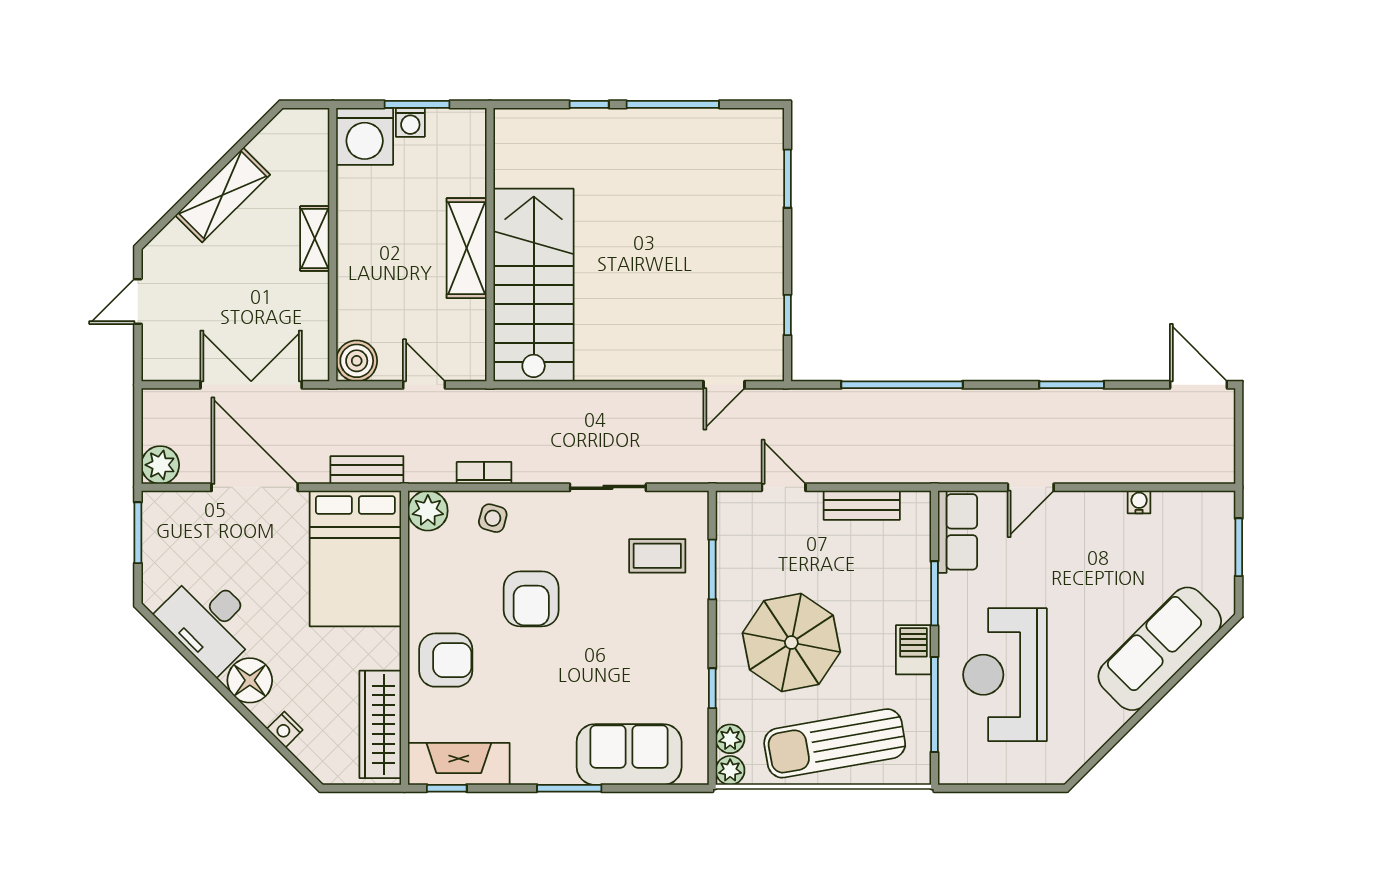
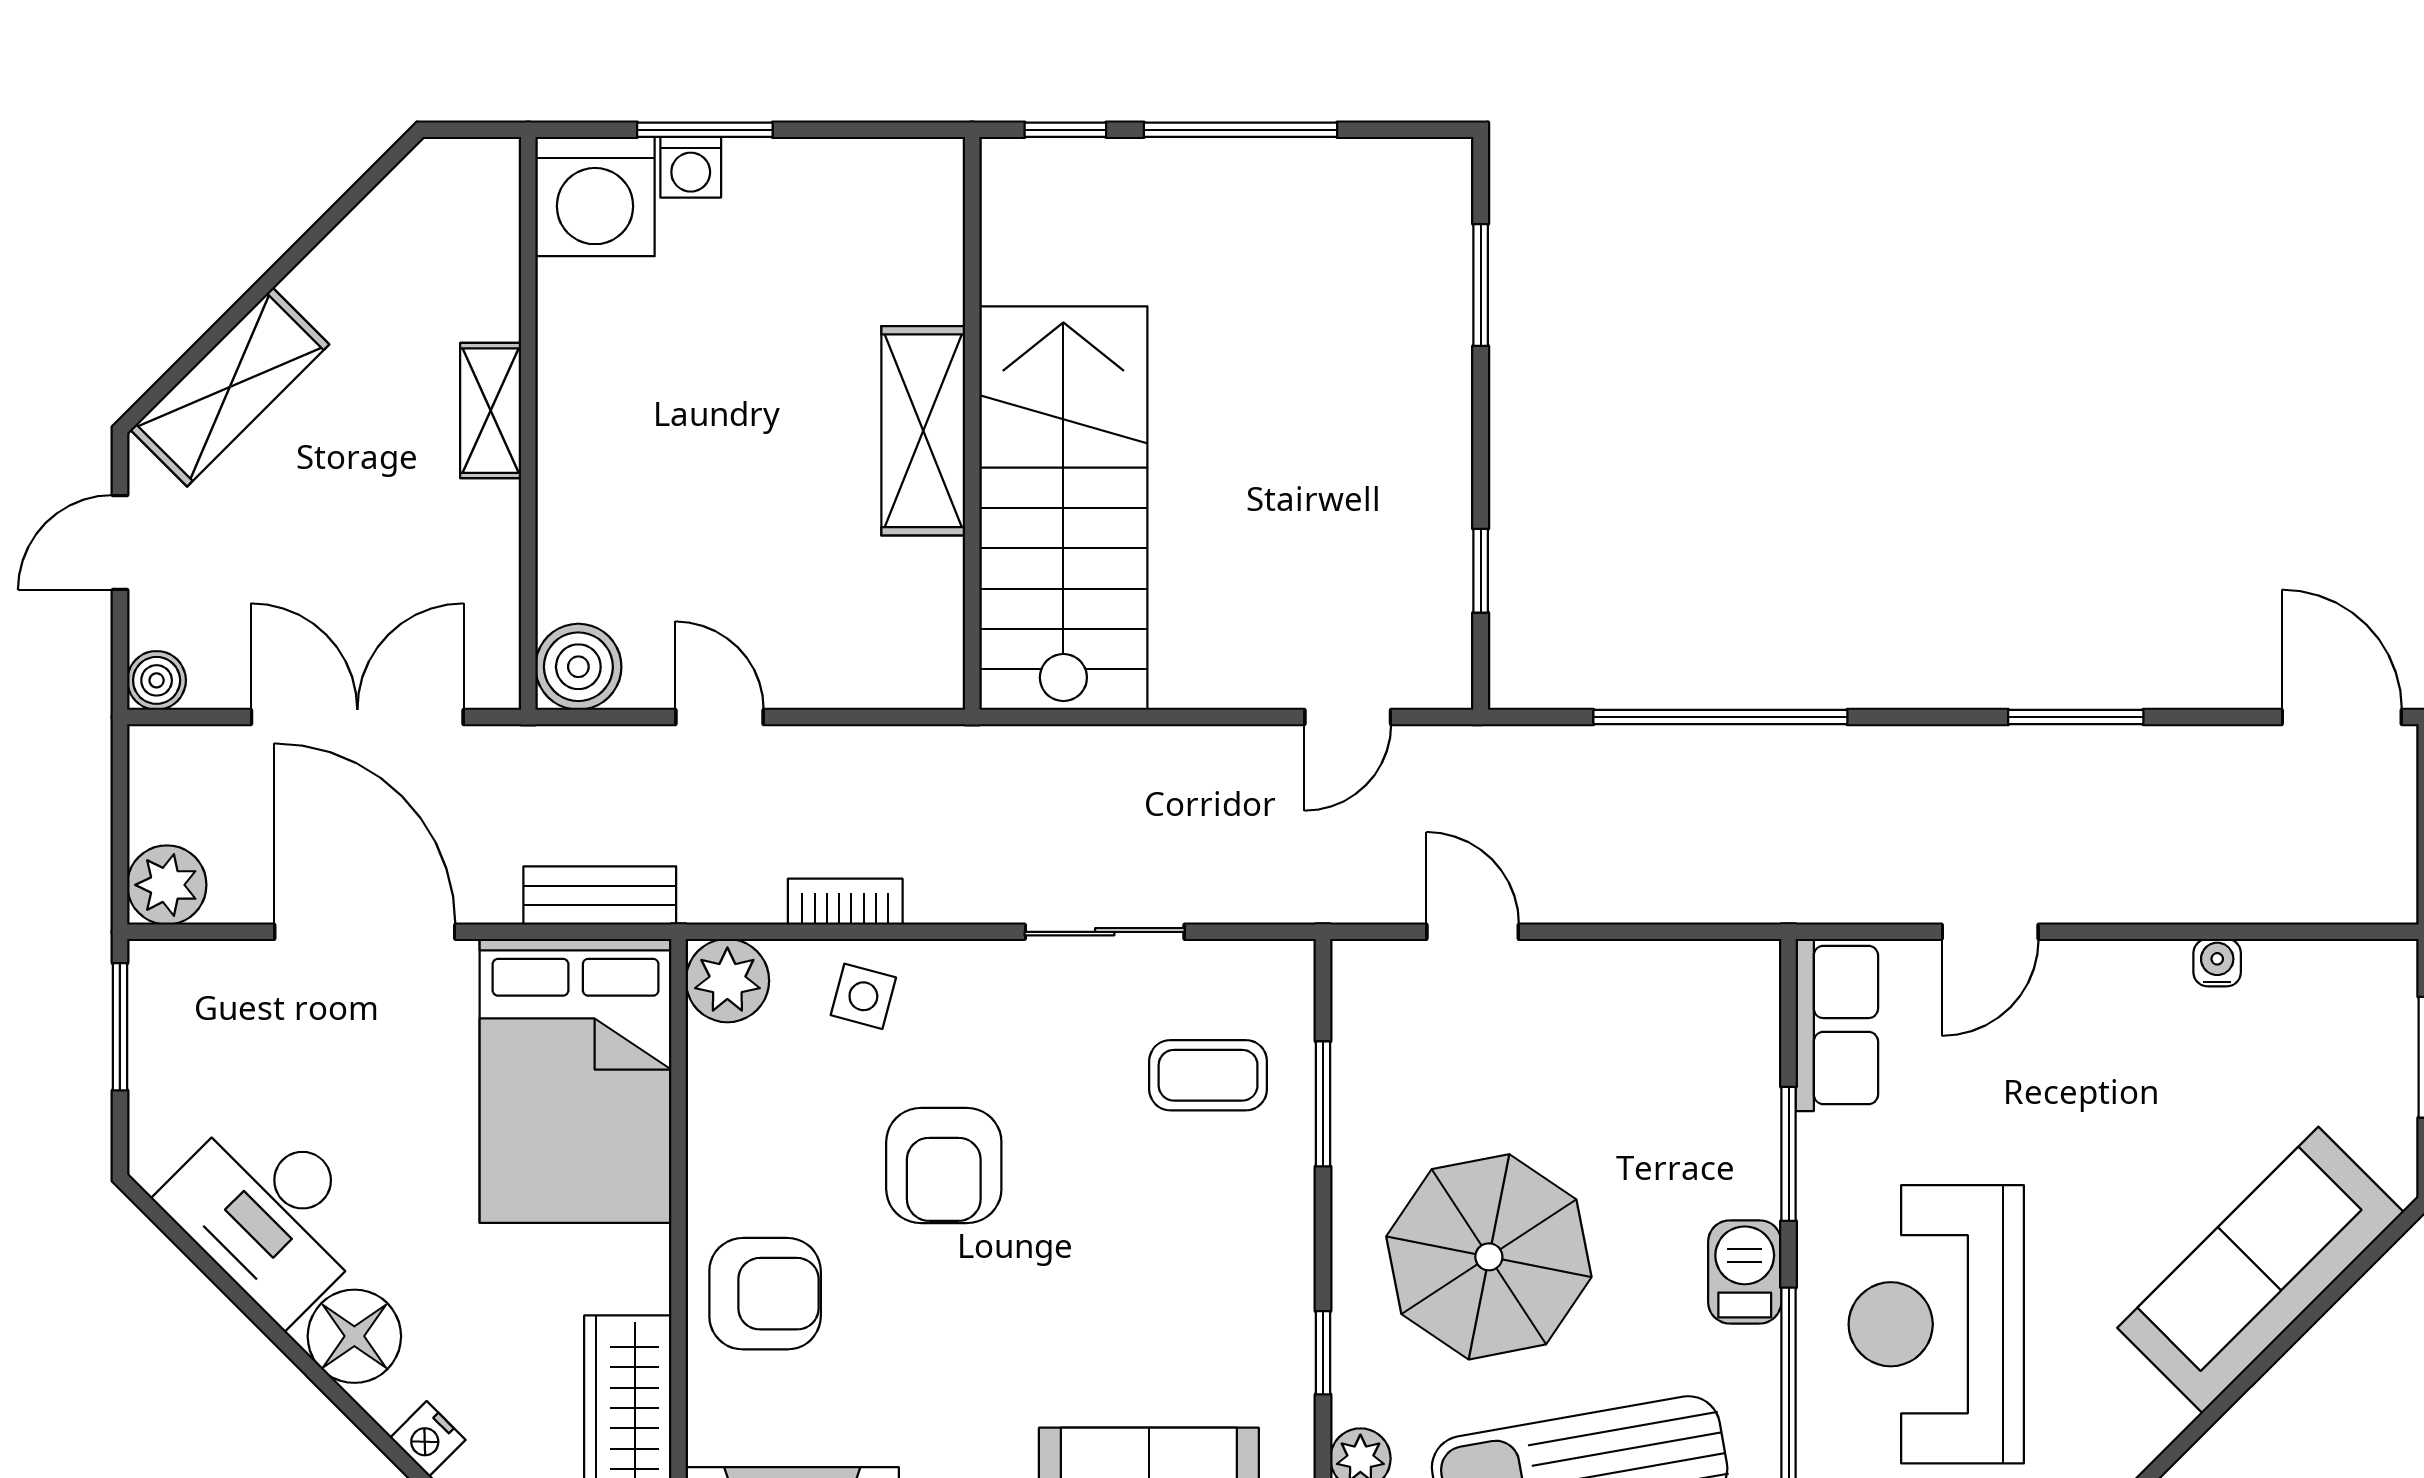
shelving: (223, 195) -> (230, 387), moved
wall: (490, 245) -> (972, 423), moved
shelving: (467, 248) -> (923, 431), moved
stairs: (534, 285) -> (1063, 508), moved
boiler: (155, 367) -> (157, 680), added
bench: (862, 505) -> (1636, 969), removed

